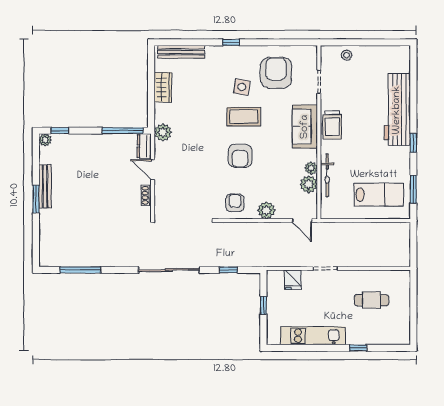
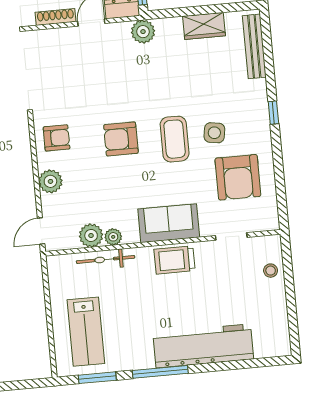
armchair: (276, 73) -> (238, 177), turned 90
window: (413, 143) -> (160, 372), width x2.17
shoe rack: (146, 195) -> (56, 17), width x1.43

